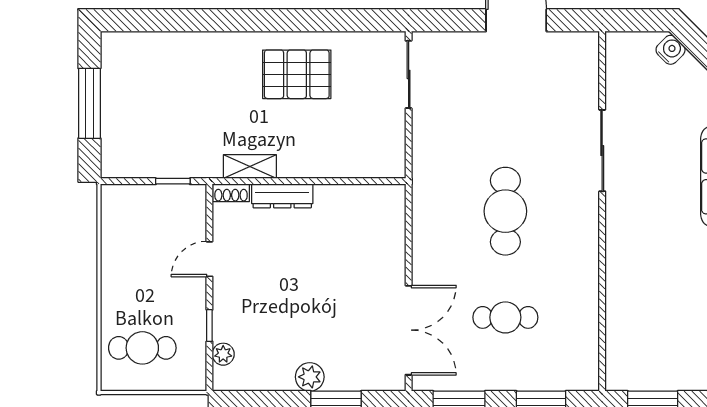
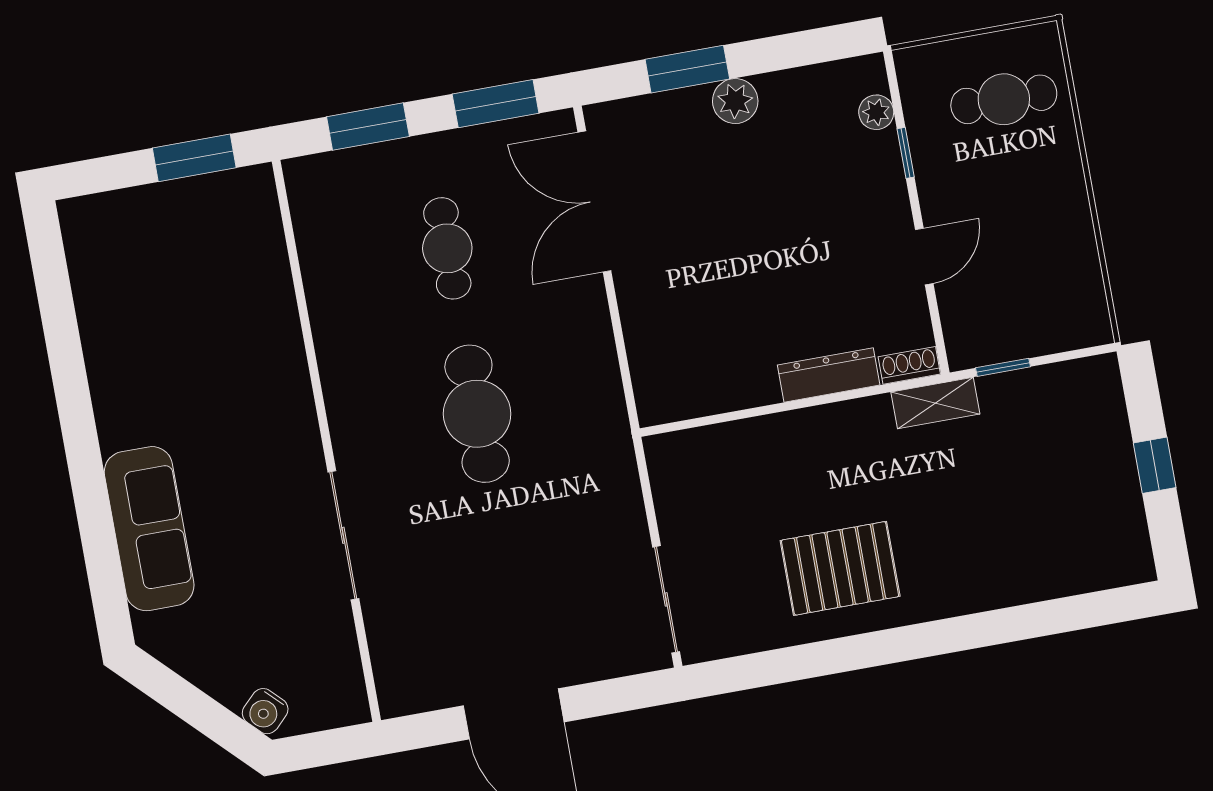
window: (89, 103) -> (1155, 465), width x0.46
shelving: (250, 167) -> (935, 403), moved
cafe table: (505, 317) -> (447, 248), turned 90

